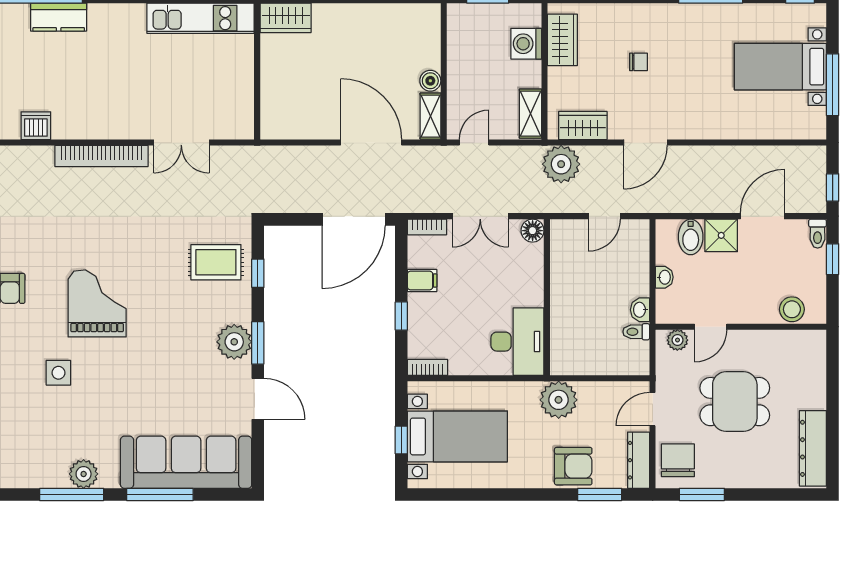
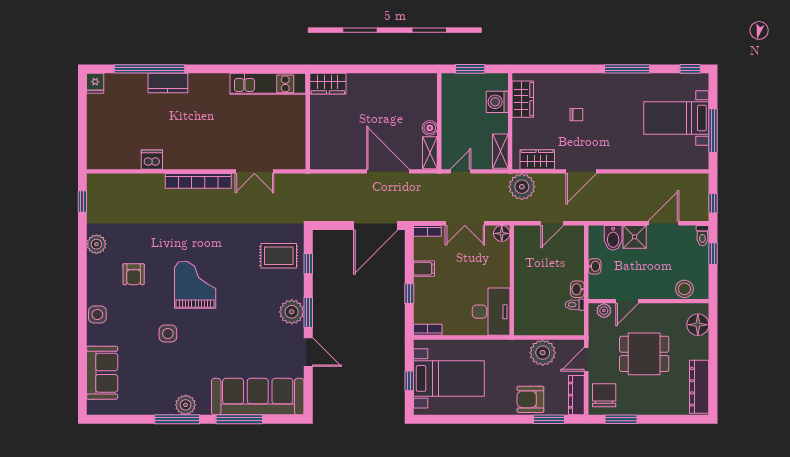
floor lamp: (811, 360) -> (698, 325), added
plant: (559, 400) -> (543, 353), moved
armchair: (573, 466) -> (530, 399), turned 180

